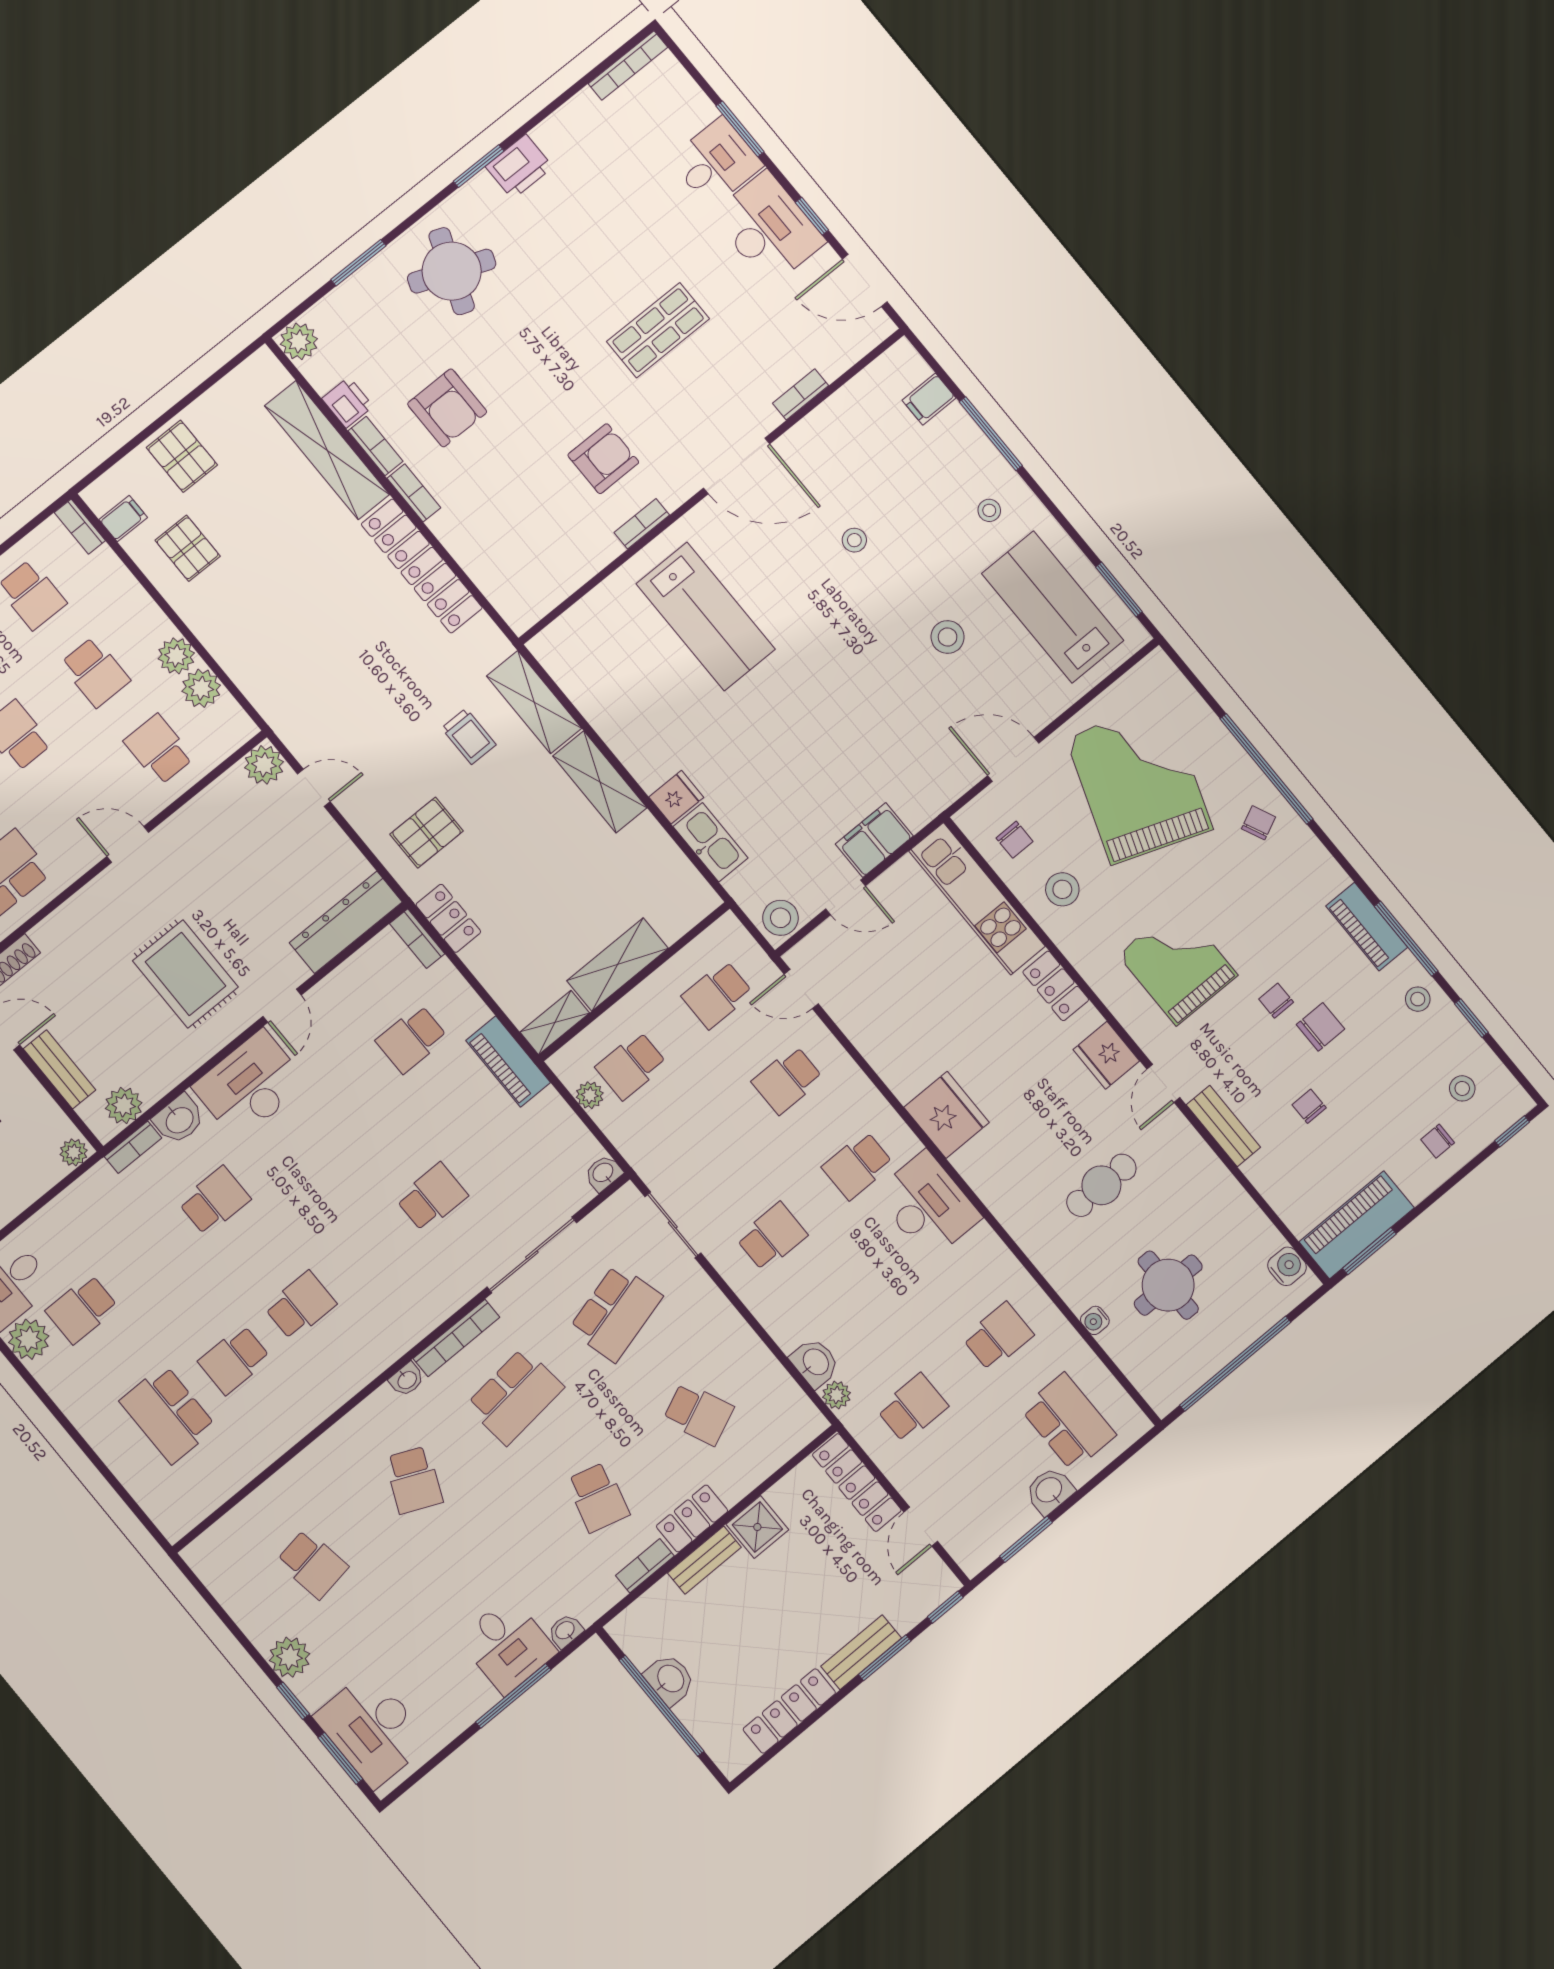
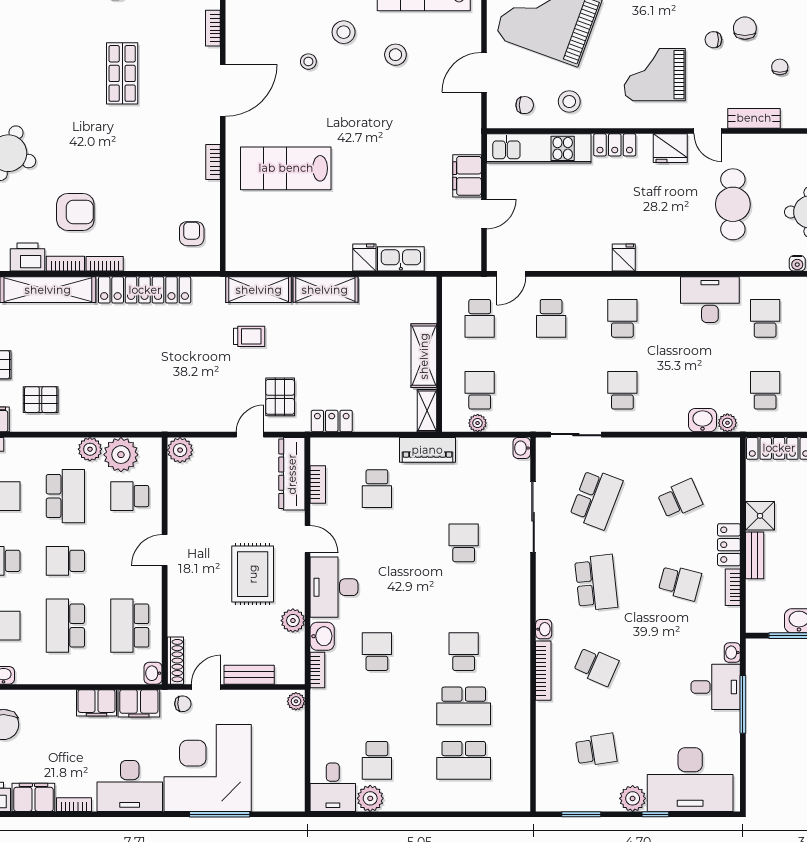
printer: (347, 402) -> (27, 257), width x1.36, depth x1.24
armchair: (603, 459) -> (192, 234), moved, width x0.72, depth x0.72
lab bench: (706, 617) -> (286, 168), turned 180
school desk: (95, 672) -> (65, 496), width x1.85
plant: (201, 688) -> (121, 455), width x1.36, depth x1.36
door: (314, 788) -> (250, 435), moved
stool: (780, 918) -> (344, 32), moved
bookcase: (417, 939) -> (318, 485), moved, turned -90
rug: (185, 974) -> (253, 574), turned 90
school desk: (631, 1065) -> (480, 390), turned 180
plant: (124, 1106) -> (293, 621), moved
chair: (1309, 1106) -> (780, 67), turned 90
fridge: (947, 1115) -> (624, 258), width x0.53, depth x0.75
school desk: (858, 1166) -> (622, 318), turned 180
cafe table: (1101, 1185) -> (733, 204), width x1.37, depth x1.35
desk: (928, 1205) -> (710, 300), moved
school desk: (616, 1313) -> (596, 499), turned 36
bookcase: (456, 1338) -> (543, 671), moved
school desk: (234, 1360) -> (464, 706), width x1.85
desk: (372, 1729) -> (690, 780), width x1.36, depth x1.30
window: (340, 1758) -> (581, 814), moved

